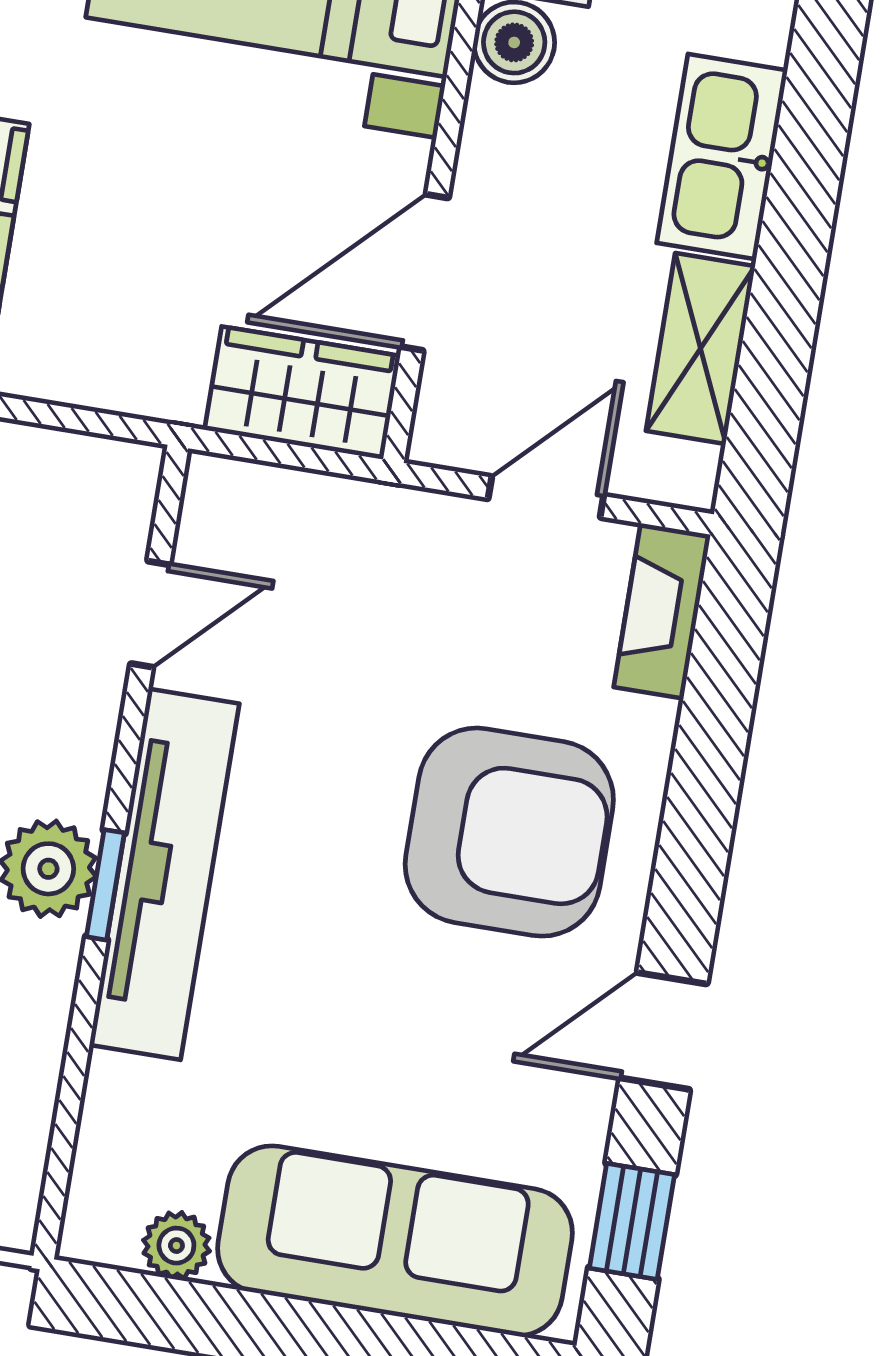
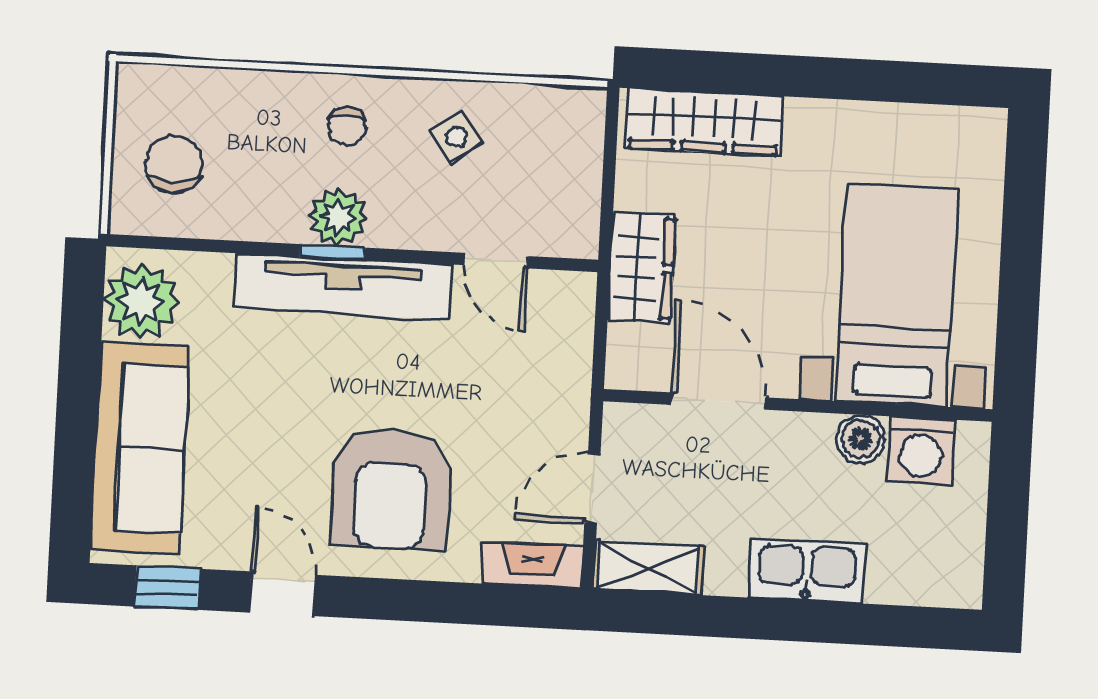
shelving: (700, 348) -> (648, 568), moved
wardrobe: (302, 393) -> (642, 268), moved
door: (546, 497) -> (592, 488), swing flipped
plant: (176, 1246) -> (141, 302), width x1.88, depth x1.88

